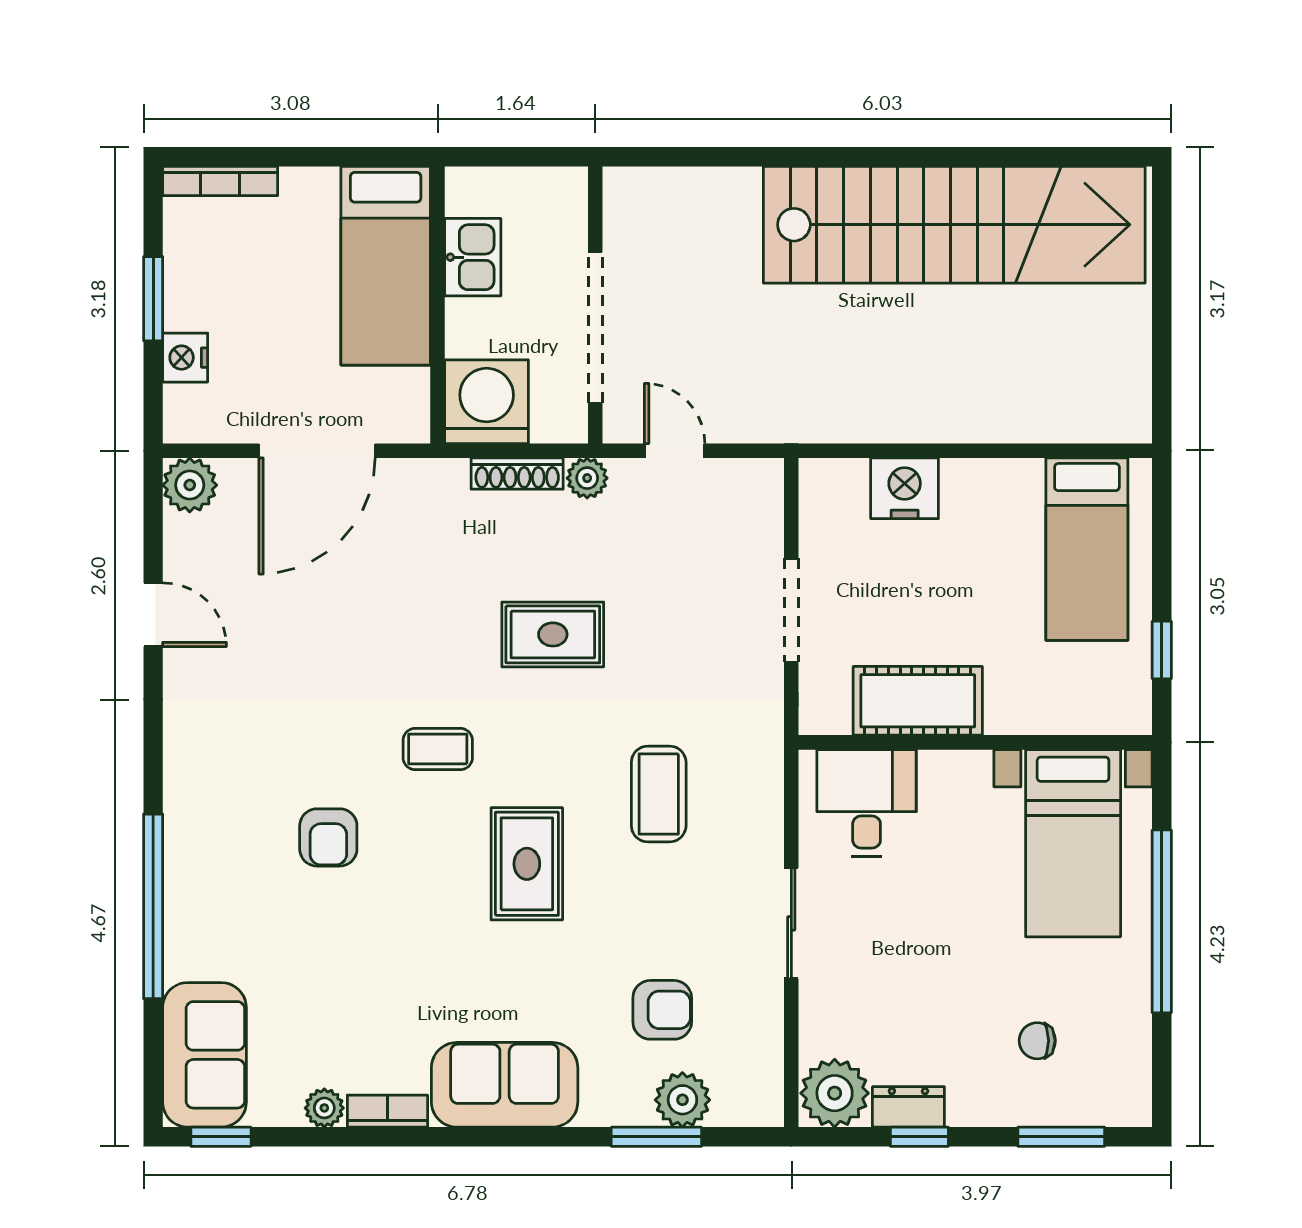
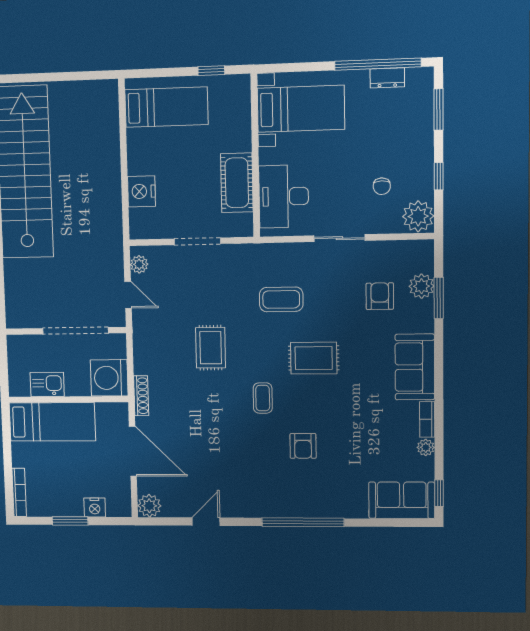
door: (675, 451) -> (128, 295), swing flipped
shoe rack: (517, 474) -> (141, 396), moved
plant: (587, 478) -> (139, 264), moved
desk: (867, 803) -> (284, 196), width x1.37
armchair: (328, 837) -> (303, 446), turned 90
window: (153, 906) -> (303, 522), moved
window: (1162, 921) -> (378, 64), moved
chair: (1037, 1041) -> (382, 186), moved
dresser: (908, 1107) -> (387, 78), moved, turned -90

